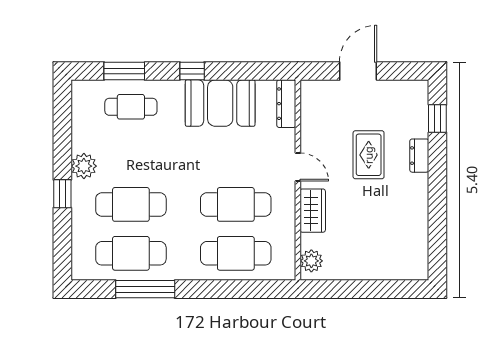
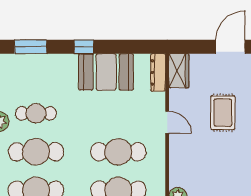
door: (358, 71) -> (230, 47), moved
cafe table: (131, 107) -> (36, 113), moved
wardrobe: (313, 211) -> (179, 71), moved

